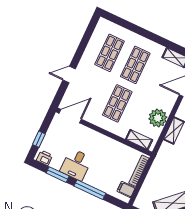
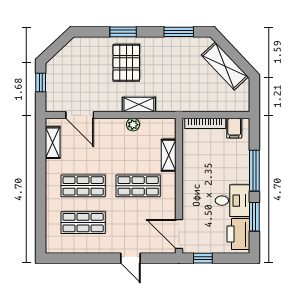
plant: (158, 118) -> (133, 125), width x0.53, depth x0.53
window: (39, 139) -> (203, 258), moved
shelving: (139, 140) -> (169, 155), moved
printer: (44, 158) -> (238, 234), width x1.87, depth x1.48

